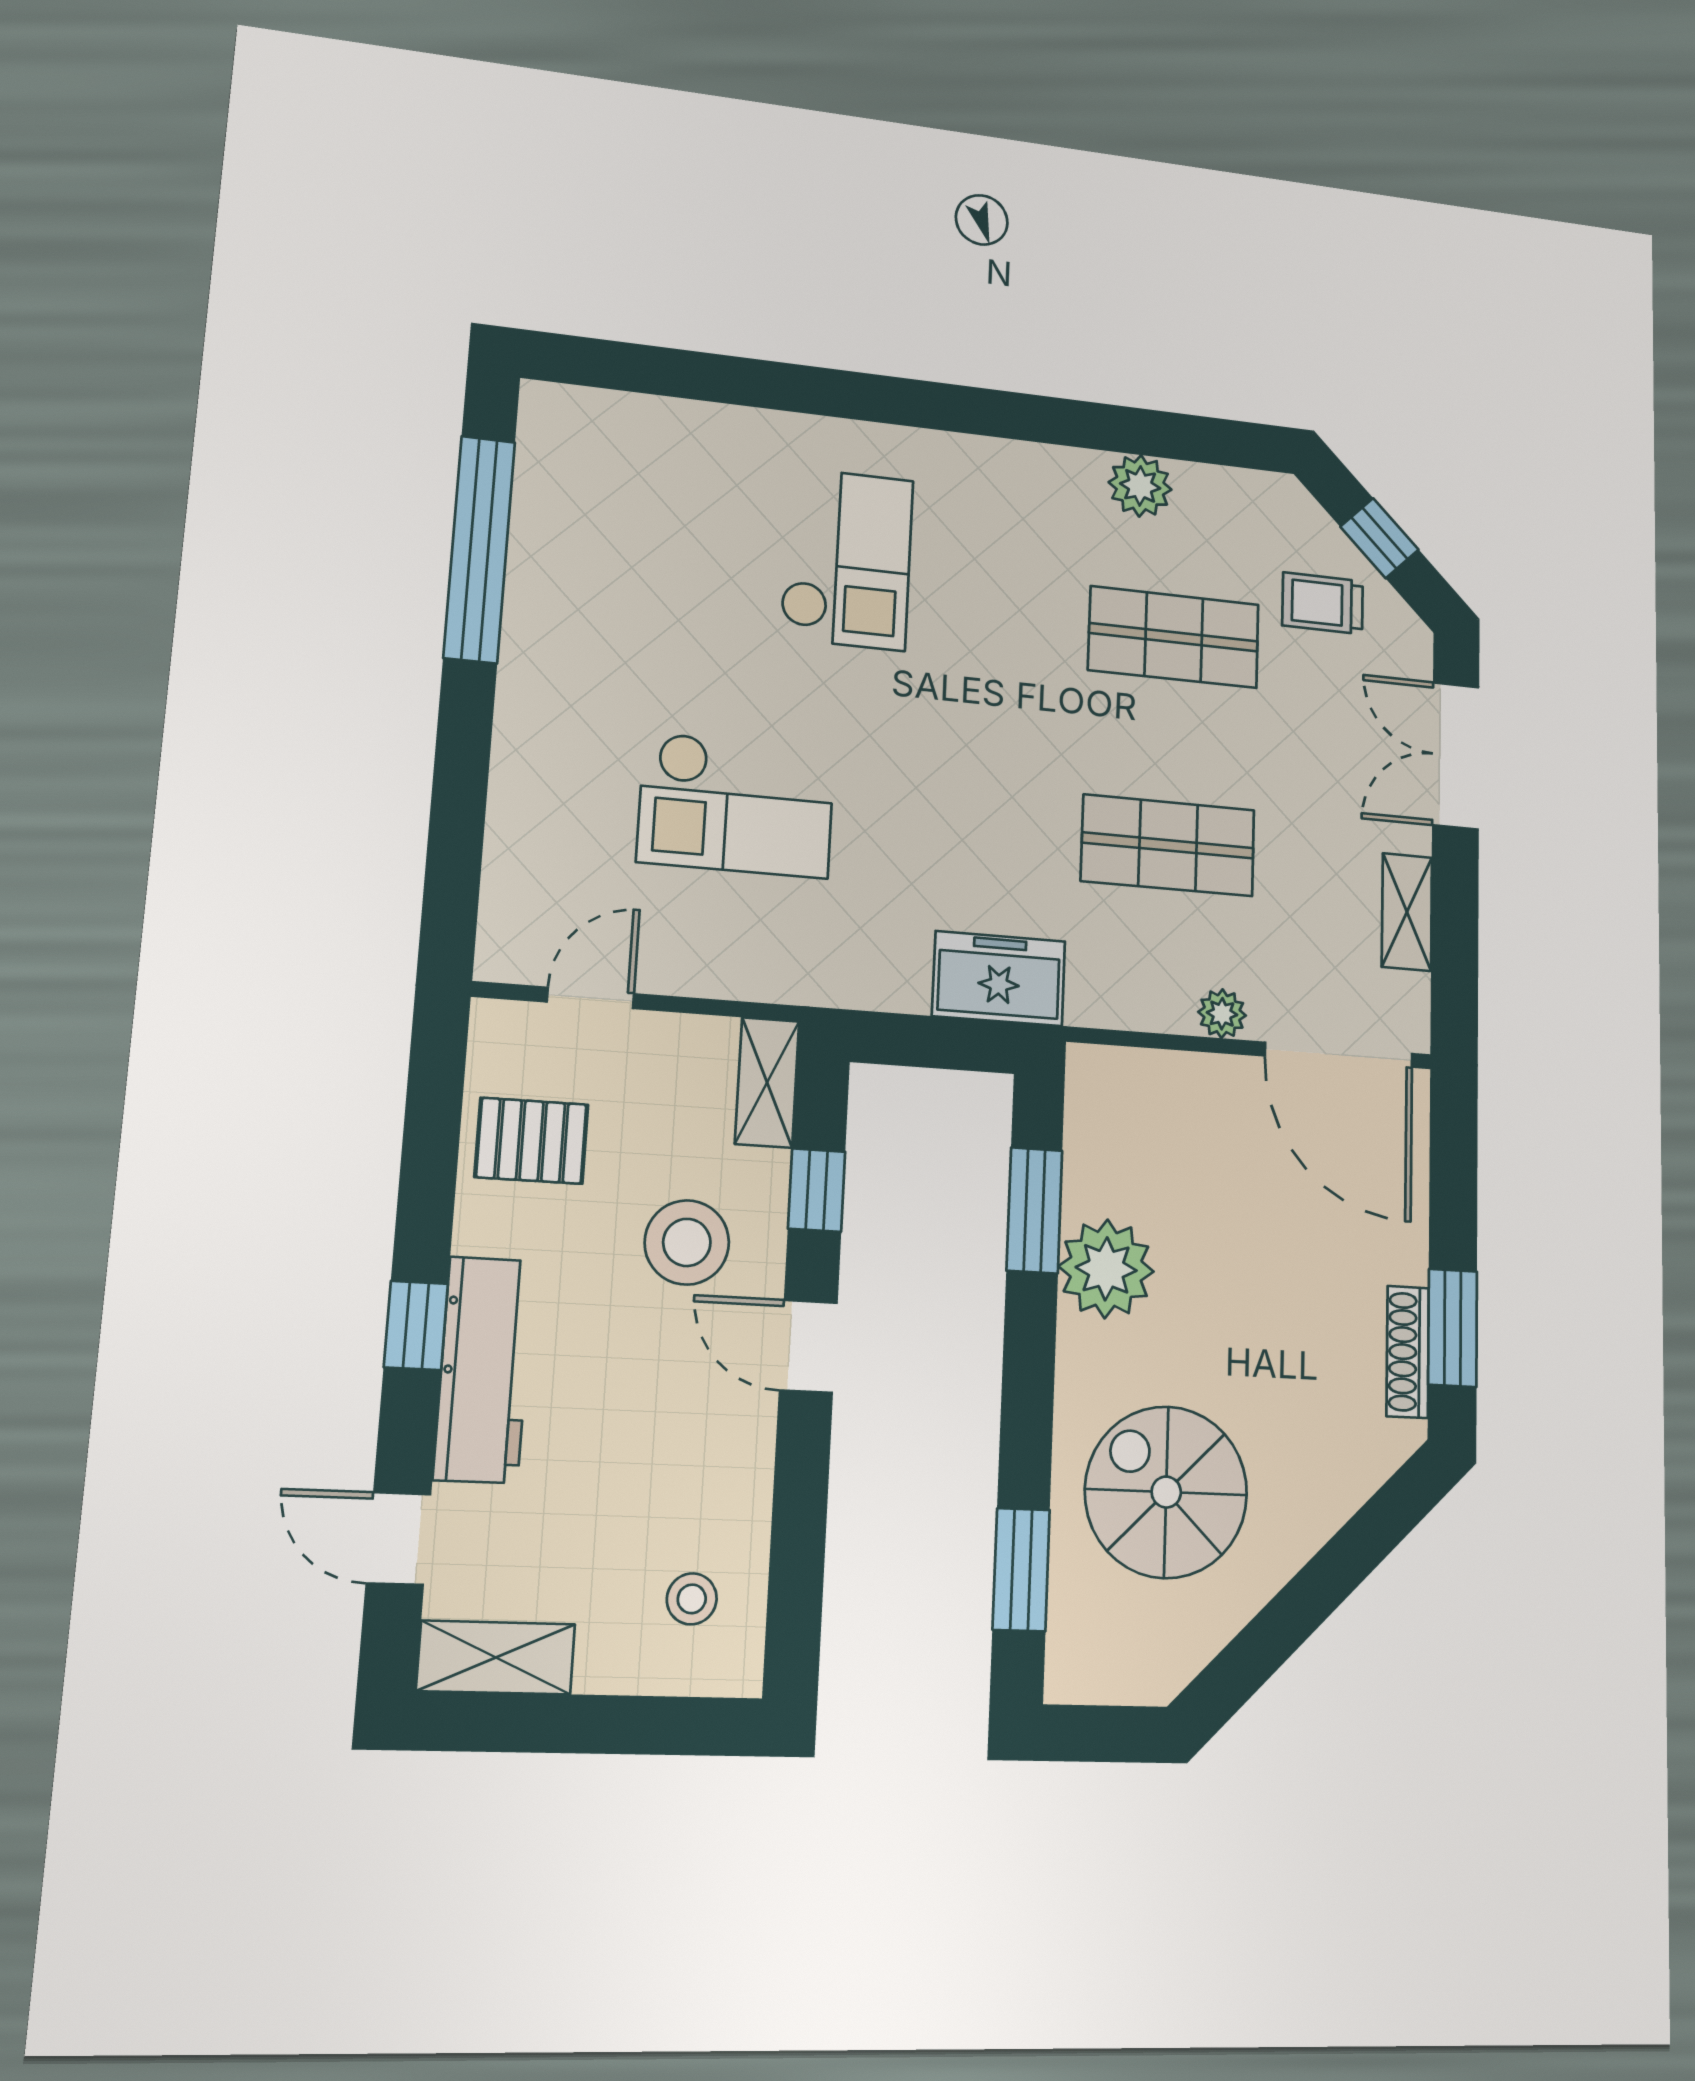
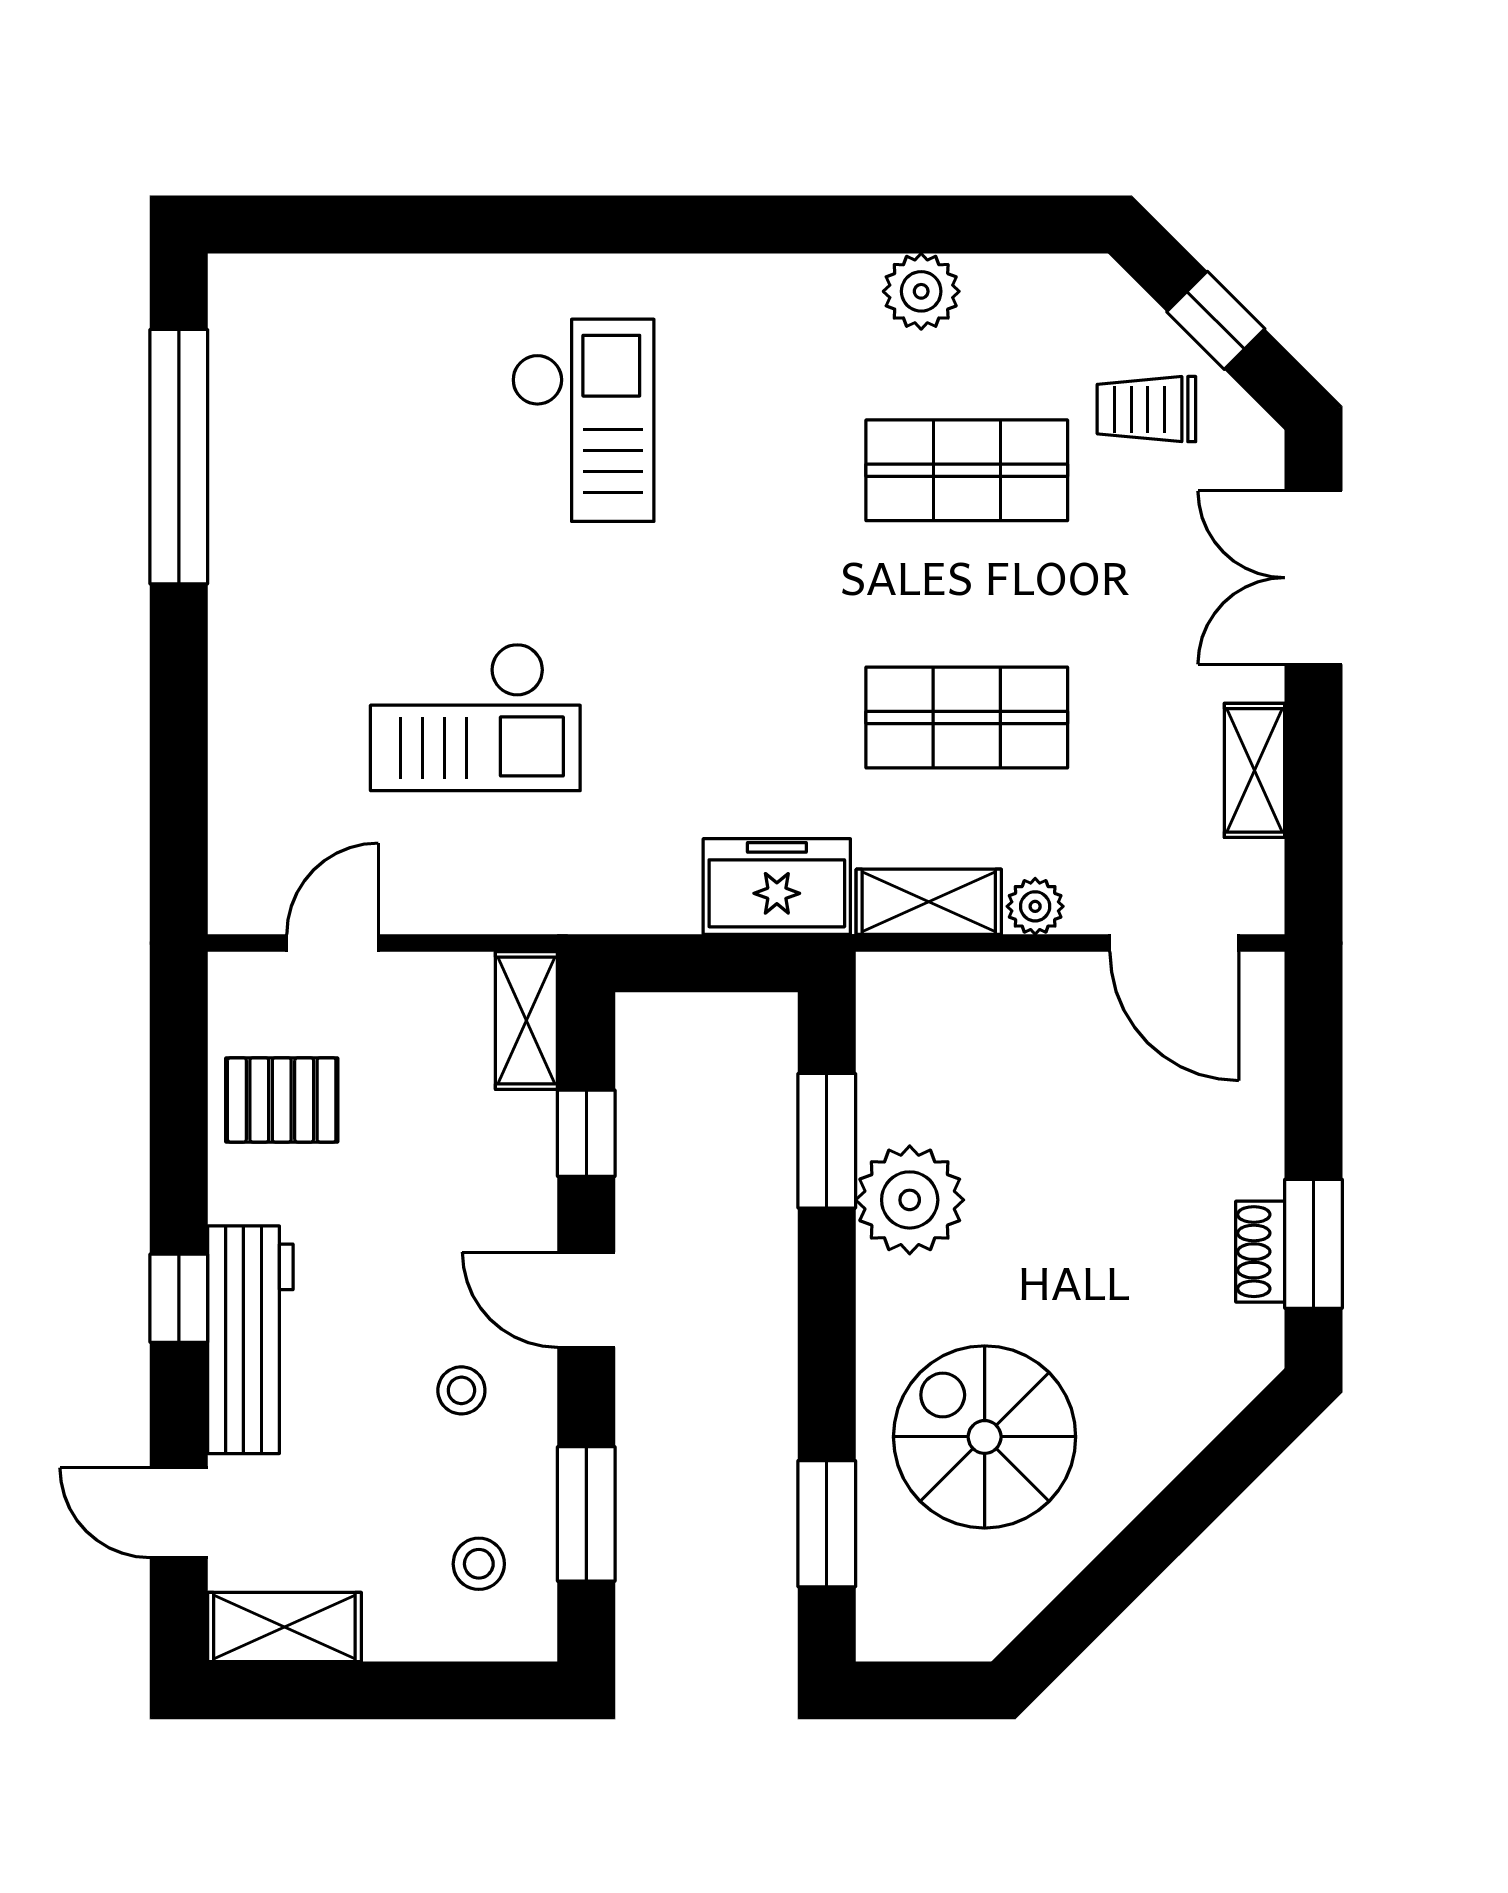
shelving: (1131, 1002) -> (929, 902), added
door: (1339, 1055) -> (1174, 943), width x0.73
stool: (687, 1242) -> (461, 1390), moved, width x0.53, depth x0.53
shoe rack: (1408, 1352) -> (1260, 1252), width x0.70
window: (797, 1553) -> (586, 1514), added

